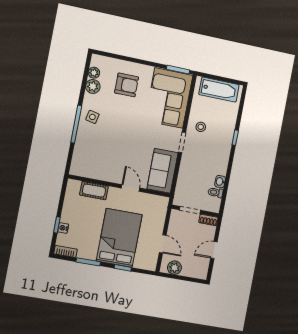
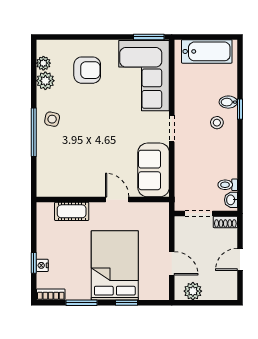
stool: (201, 127) -> (217, 123), moved
bidet: (228, 131) -> (228, 102), added
washbasin: (220, 182) -> (231, 200), moved

